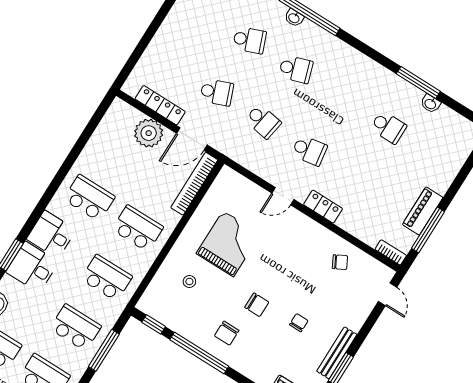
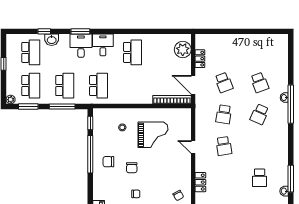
school desk: (296, 69) -> (260, 114), turned 42
locker: (160, 105) -> (200, 59), width x0.66
plant: (149, 133) -> (183, 50), moved
locker: (323, 207) -> (200, 182), moved
school desk: (138, 228) -> (133, 86), removed

